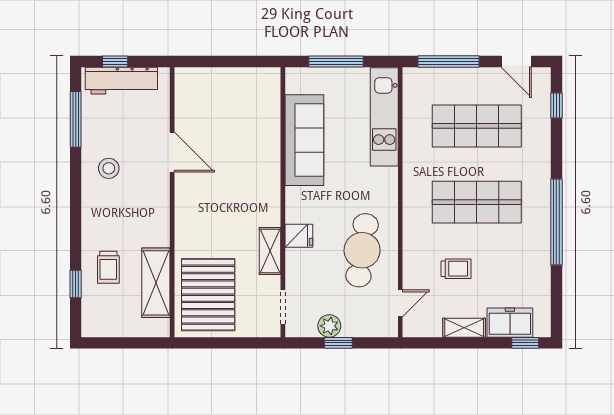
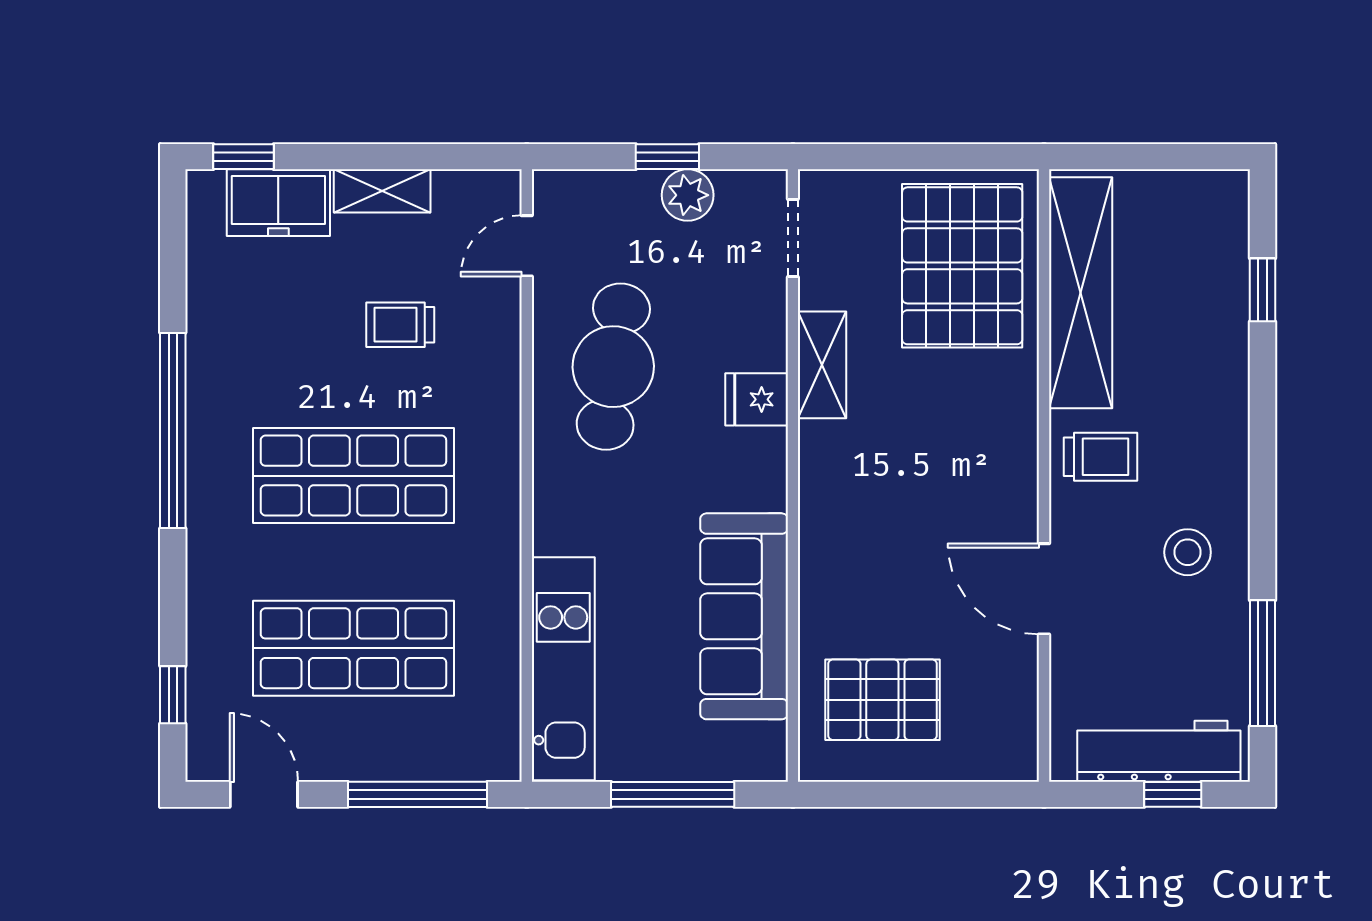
pallet: (243, 103) -> (882, 700), added
trolley: (108, 267) -> (1100, 457), moved, turned 90
shelving: (156, 283) -> (1081, 293), width x1.47

